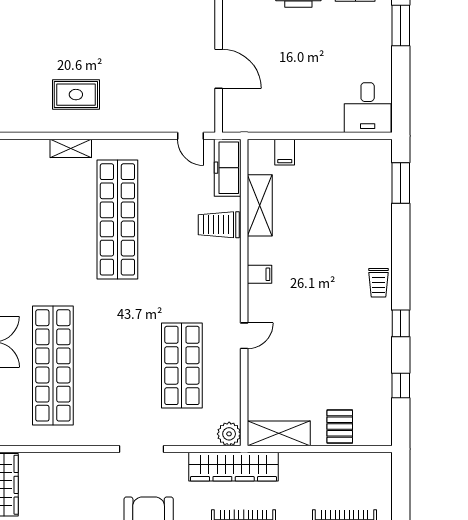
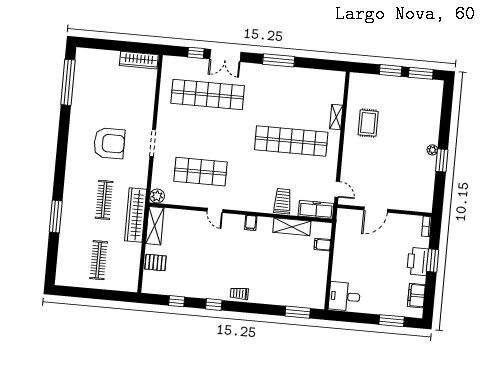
door: (191, 136) -> (337, 189), swing flipped
wardrobe: (234, 467) -> (136, 215), moved

